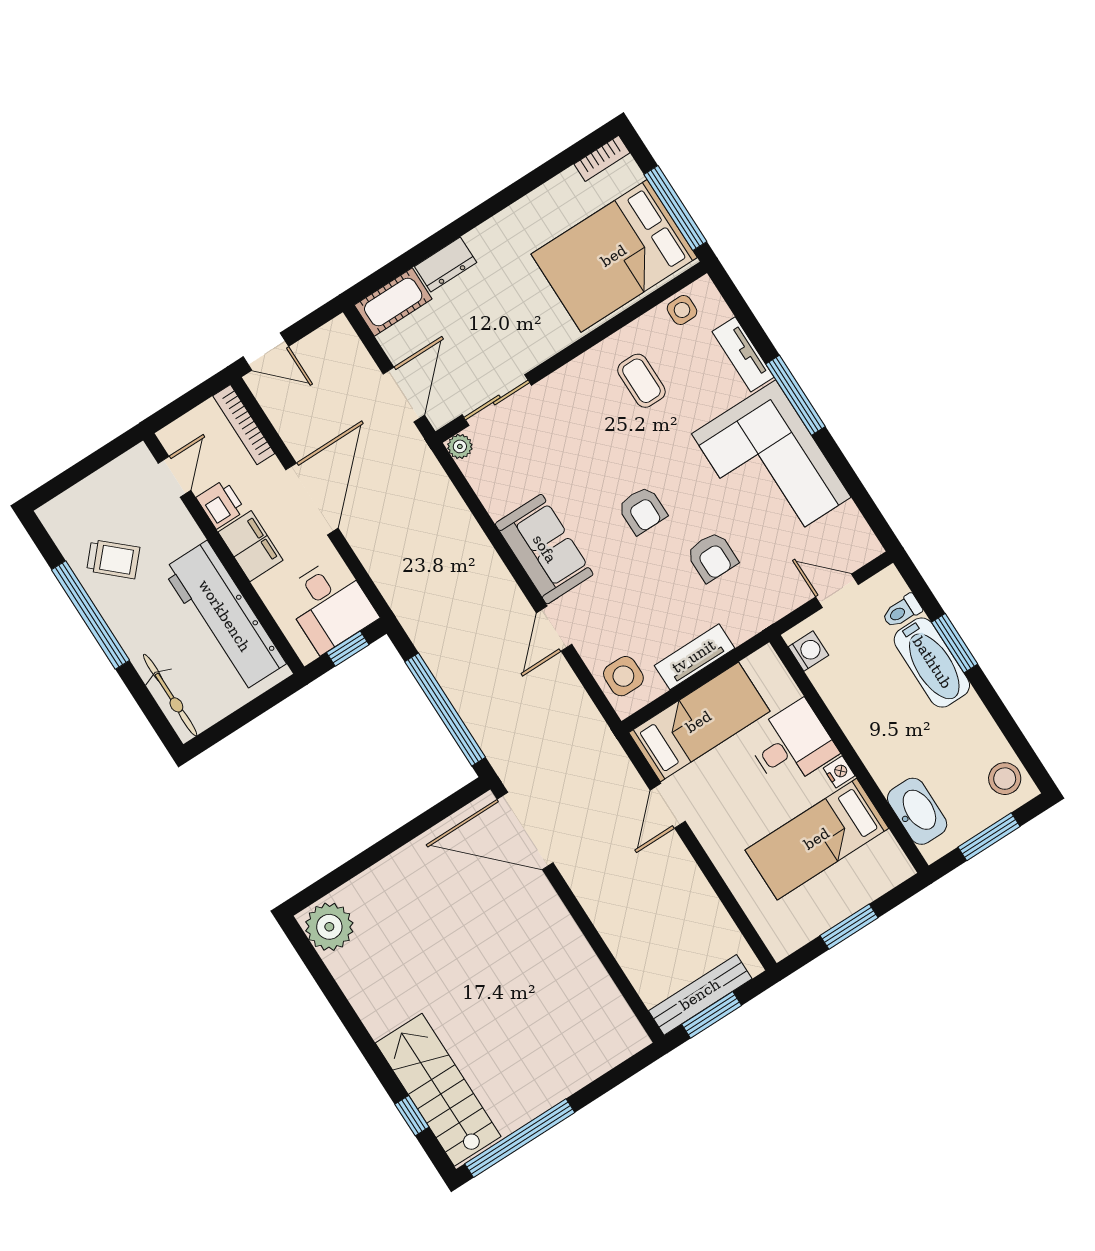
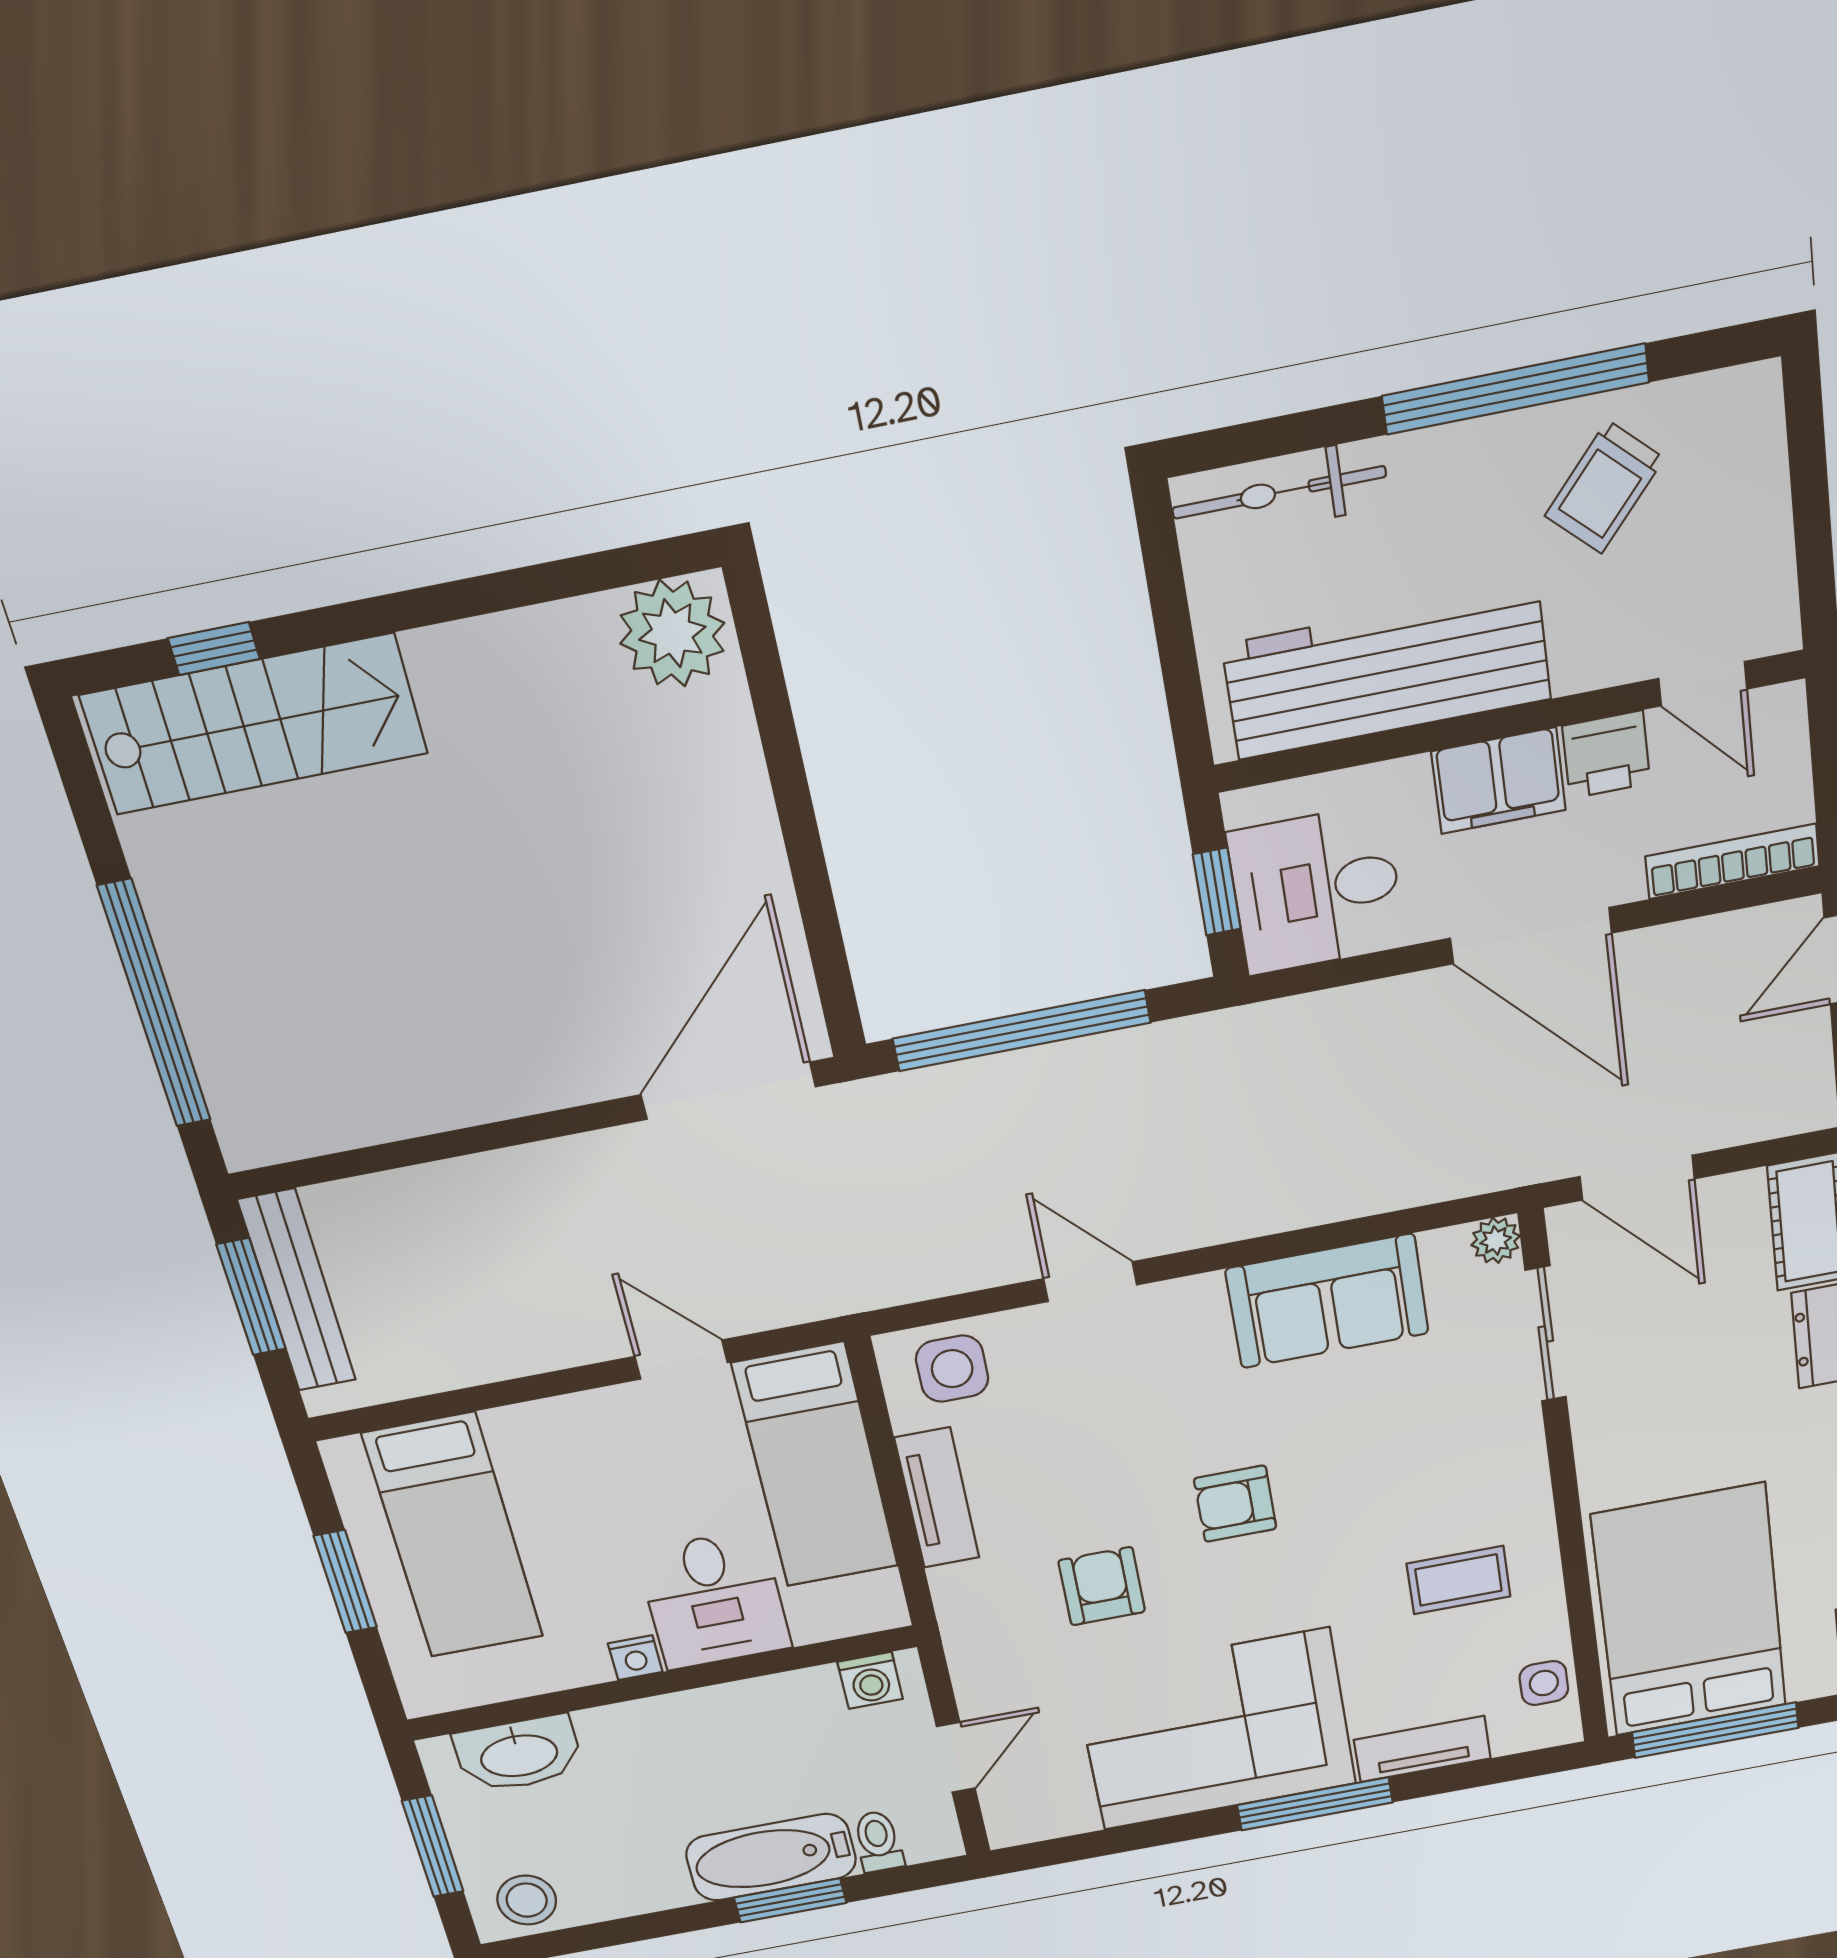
sofa: (544, 549) -> (1327, 1301), moved
armchair: (712, 557) -> (1102, 1586), turned 90
bed: (817, 839) -> (453, 1536), moved, turned 180
window: (520, 1138) -> (155, 1004), moved

